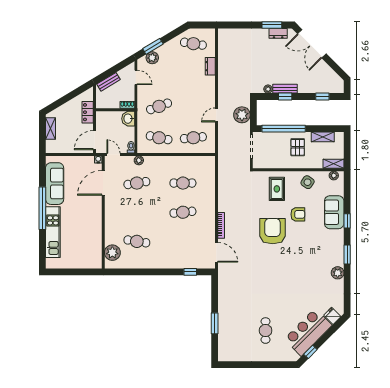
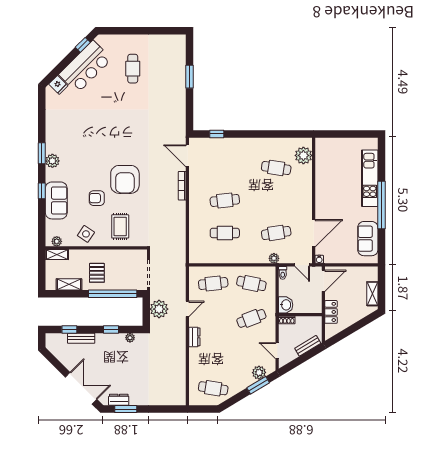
dresser: (210, 66) -> (194, 337), moved
bench: (285, 89) -> (81, 338), moved
sofa: (55, 184) -> (368, 239), width x0.73
plant: (338, 273) -> (52, 161), moved

